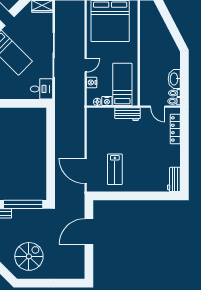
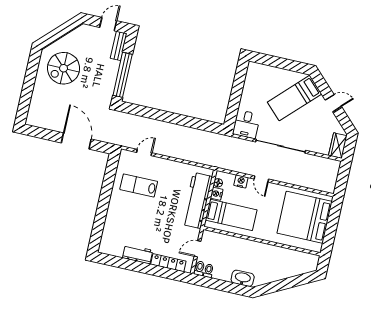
washbasin: (174, 79) -> (243, 278), moved
workbench: (127, 114) -> (197, 200), width x1.88, depth x1.32
door: (86, 171) -> (144, 153), width x0.53
workbench: (174, 179) -> (138, 254), moved
spiral stairs: (29, 256) -> (64, 68), turned 90

